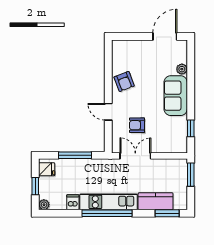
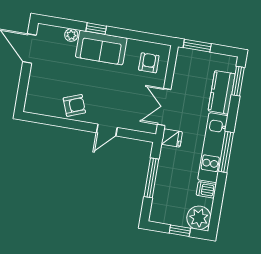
armchair: (137, 125) -> (149, 63), moved, turned 180
window: (191, 128) -> (96, 29), moved
fridge: (47, 169) -> (172, 138), moved, turned 90
plant: (44, 205) -> (199, 218), width x1.88, depth x1.88
window: (107, 213) -> (226, 152), width x0.68

